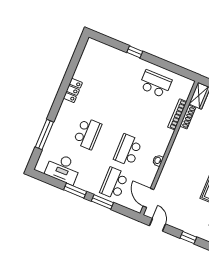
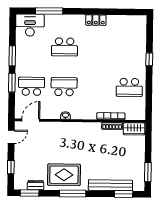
school desk: (155, 84) -> (129, 87), turned 90
desk: (63, 169) -> (30, 25), moved, turned 90

